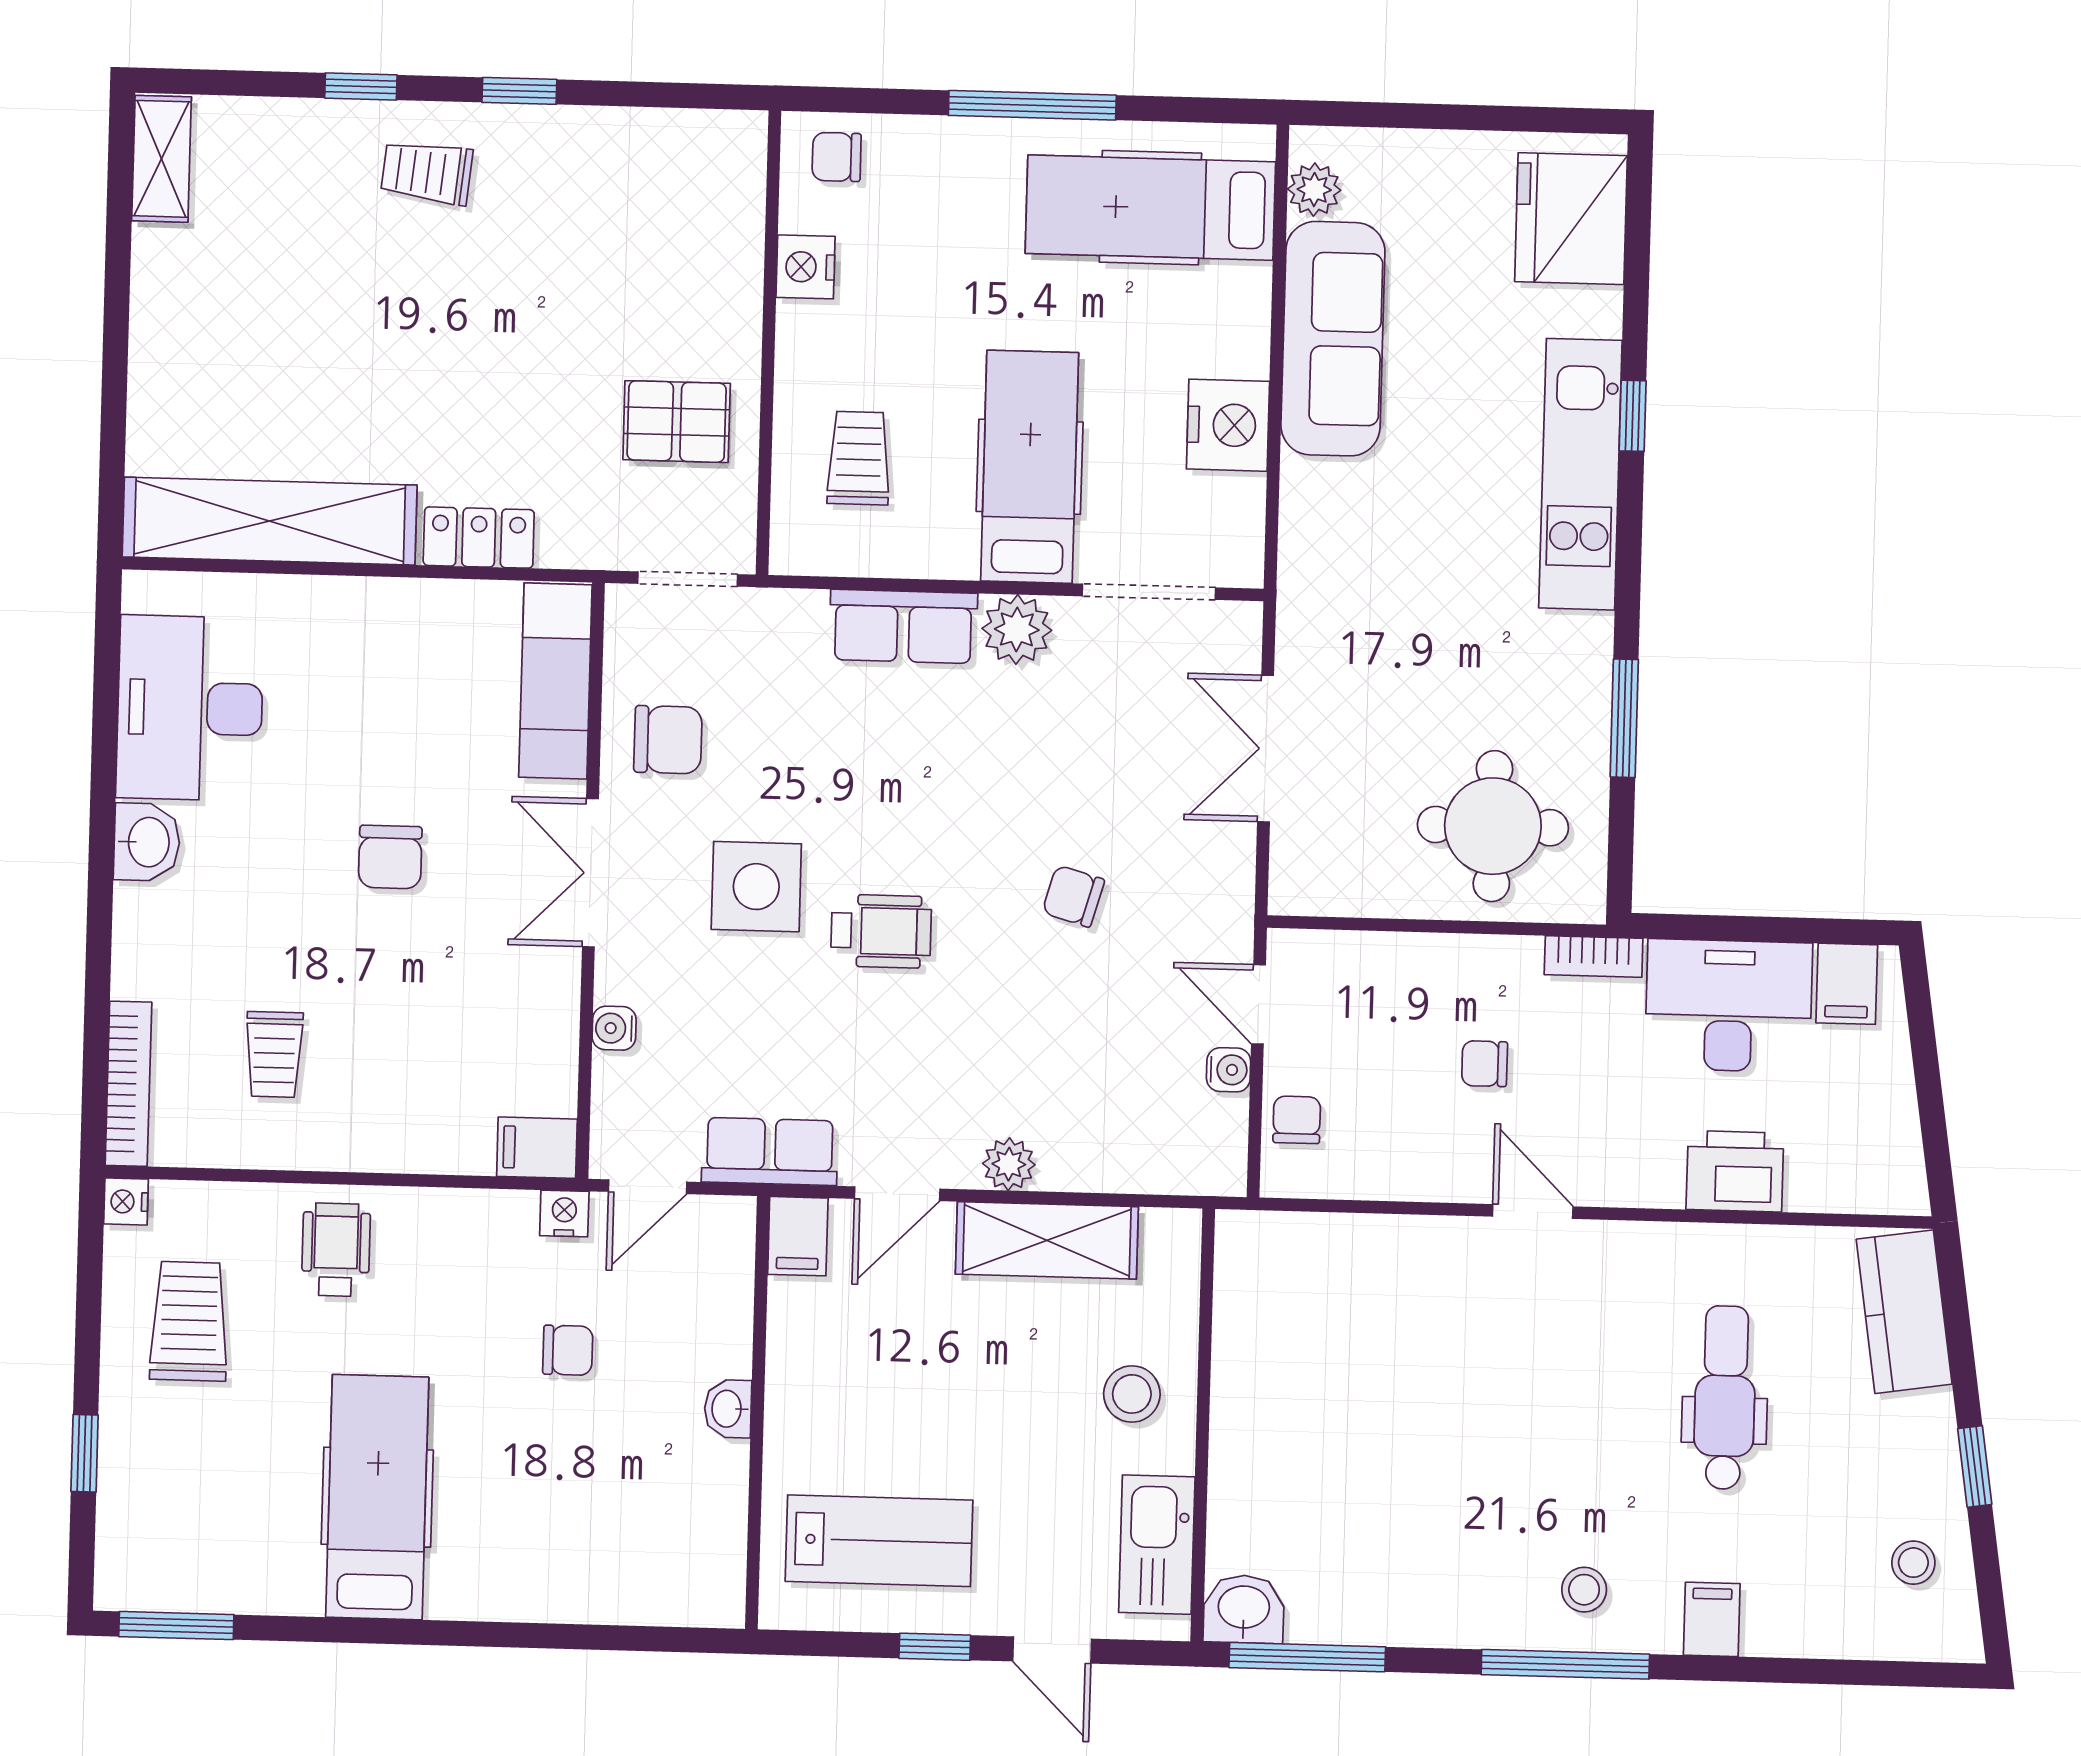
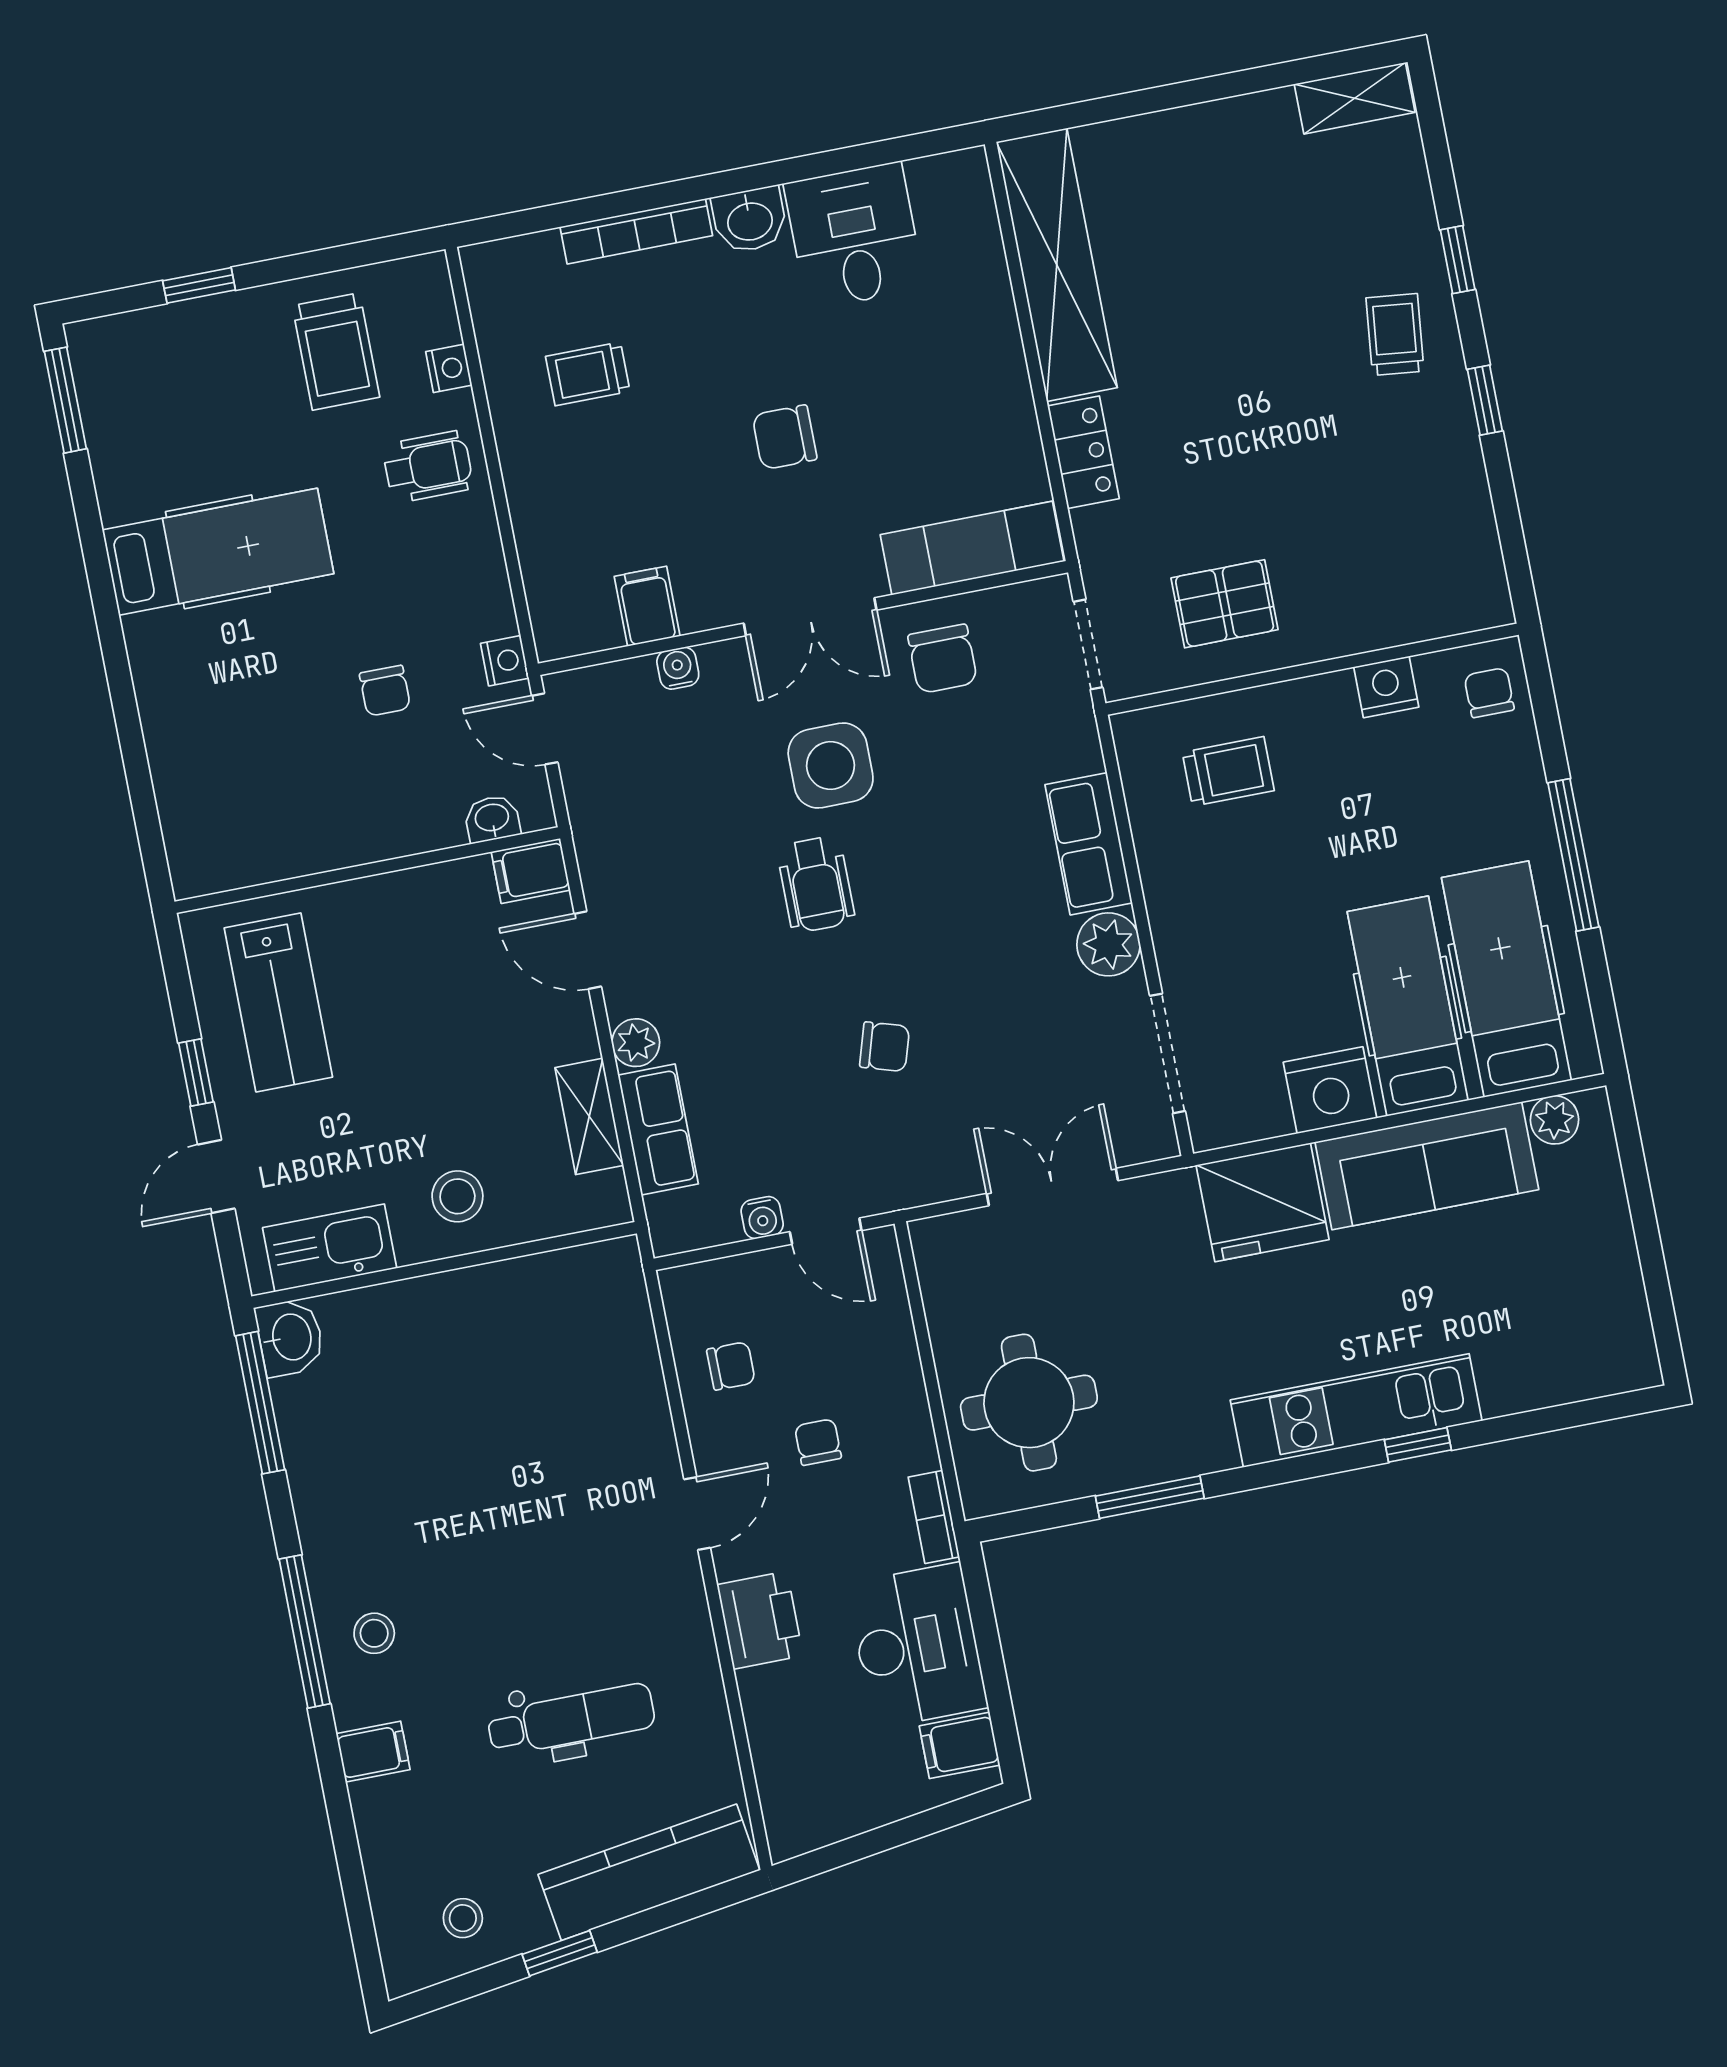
fridge: (1571, 219) -> (1263, 1202), moved, turned 180
pallet: (677, 422) -> (1225, 604), turned 90
hospital bed: (1030, 467) -> (1408, 1006), moved, turned -90
desk: (190, 708) -> (854, 236), width x0.73
double door: (590, 873) -> (810, 617), swing flipped
chair: (1073, 896) -> (885, 1047), turned 91
door: (1258, 1004) -> (826, 1231), swing flipped
bookcase: (128, 1084) -> (636, 231), moved
chair: (1297, 1120) -> (731, 1366), moved
filing cabinet: (537, 1148) -> (647, 606), moved
row of seats: (770, 1151) -> (658, 1129), moved
printer: (1735, 1171) -> (760, 1620), moved
nightstand: (126, 1202) -> (449, 368), moved, turned 90
shelving: (1047, 1240) -> (589, 1116), width x0.67, depth x0.75
kitchen counter: (1904, 1312) -> (649, 1872), width x1.50
trolley: (189, 1321) -> (336, 351), turned 90
washbasin: (728, 1409) -> (492, 819), moved

